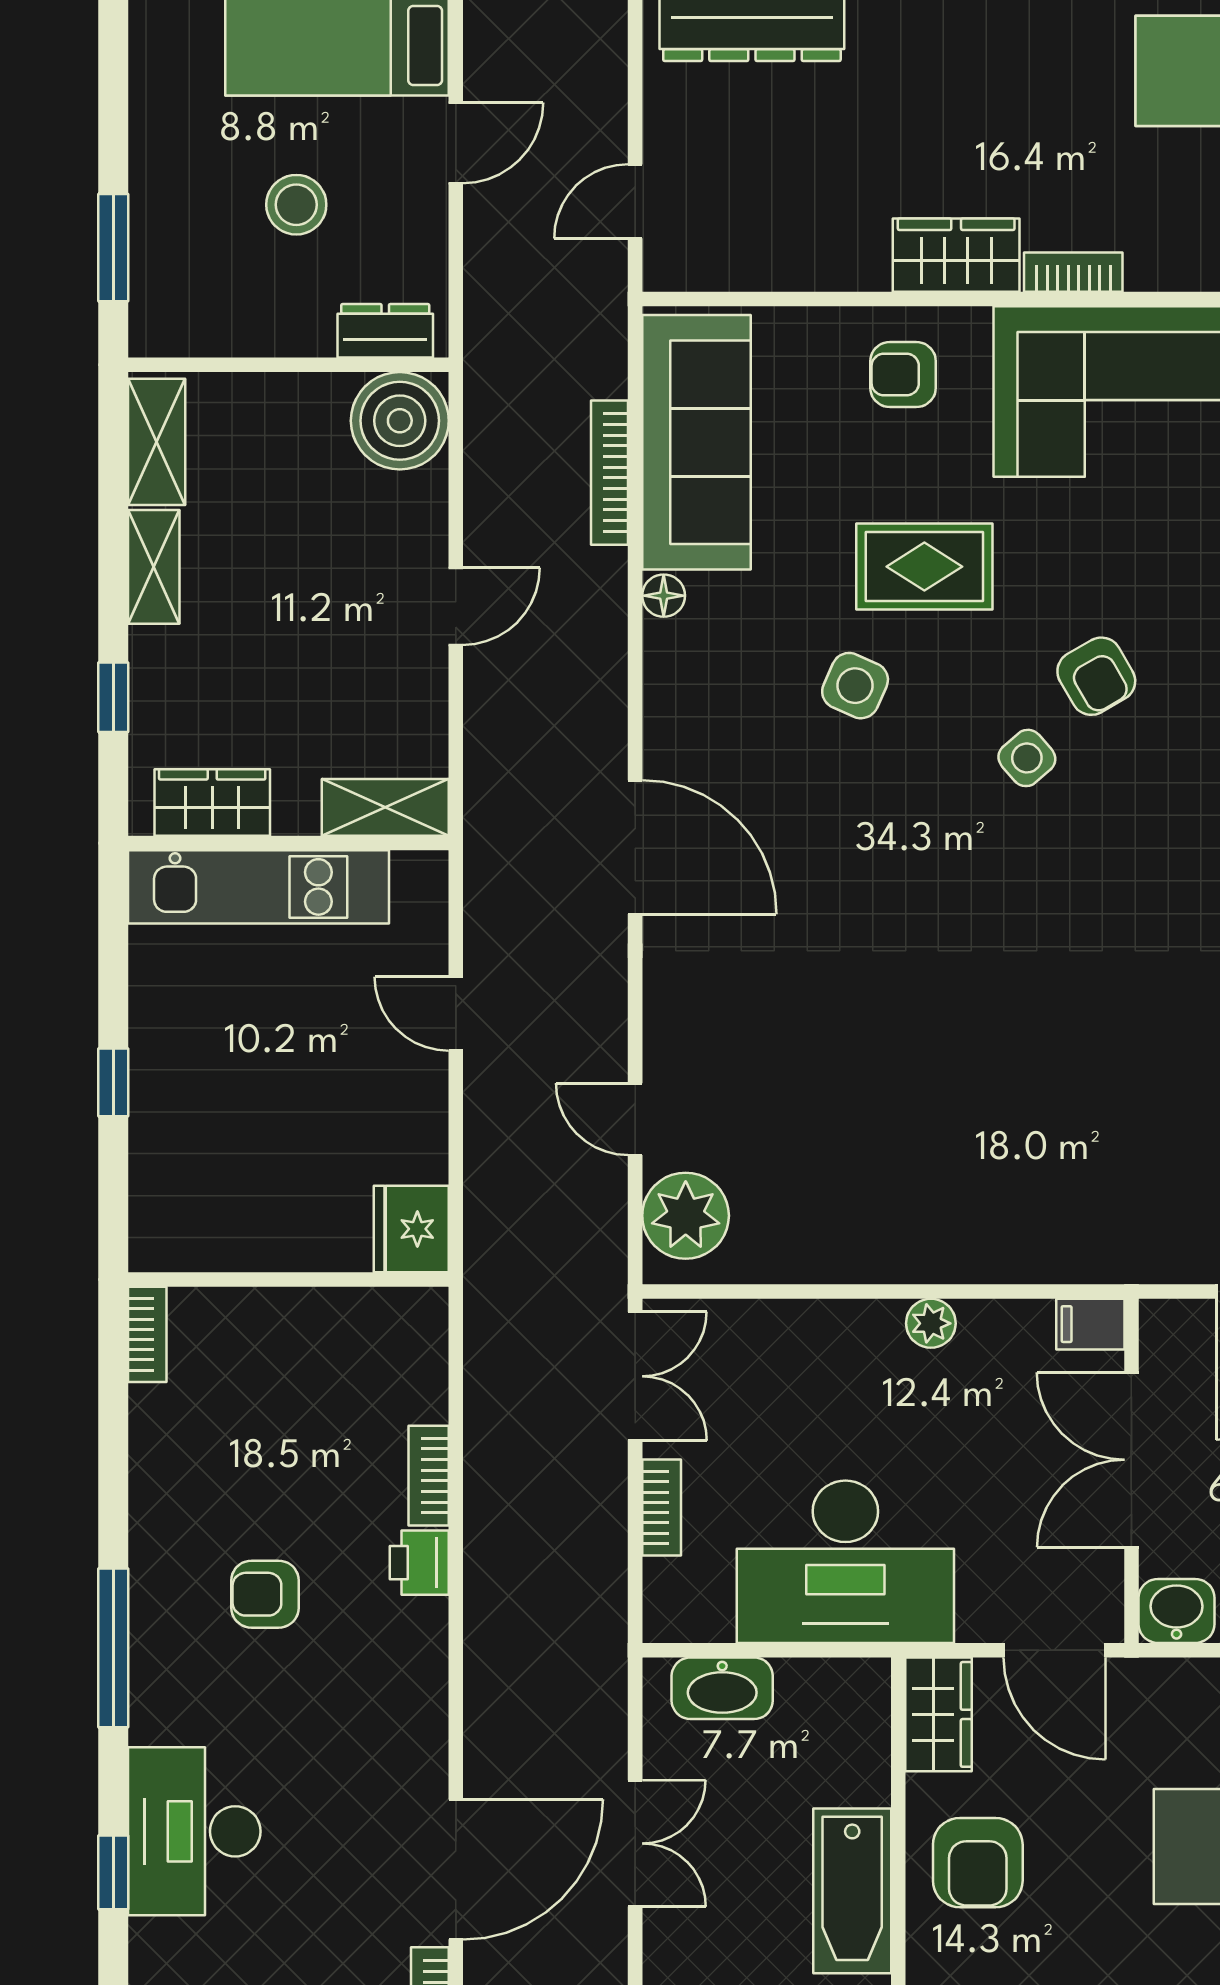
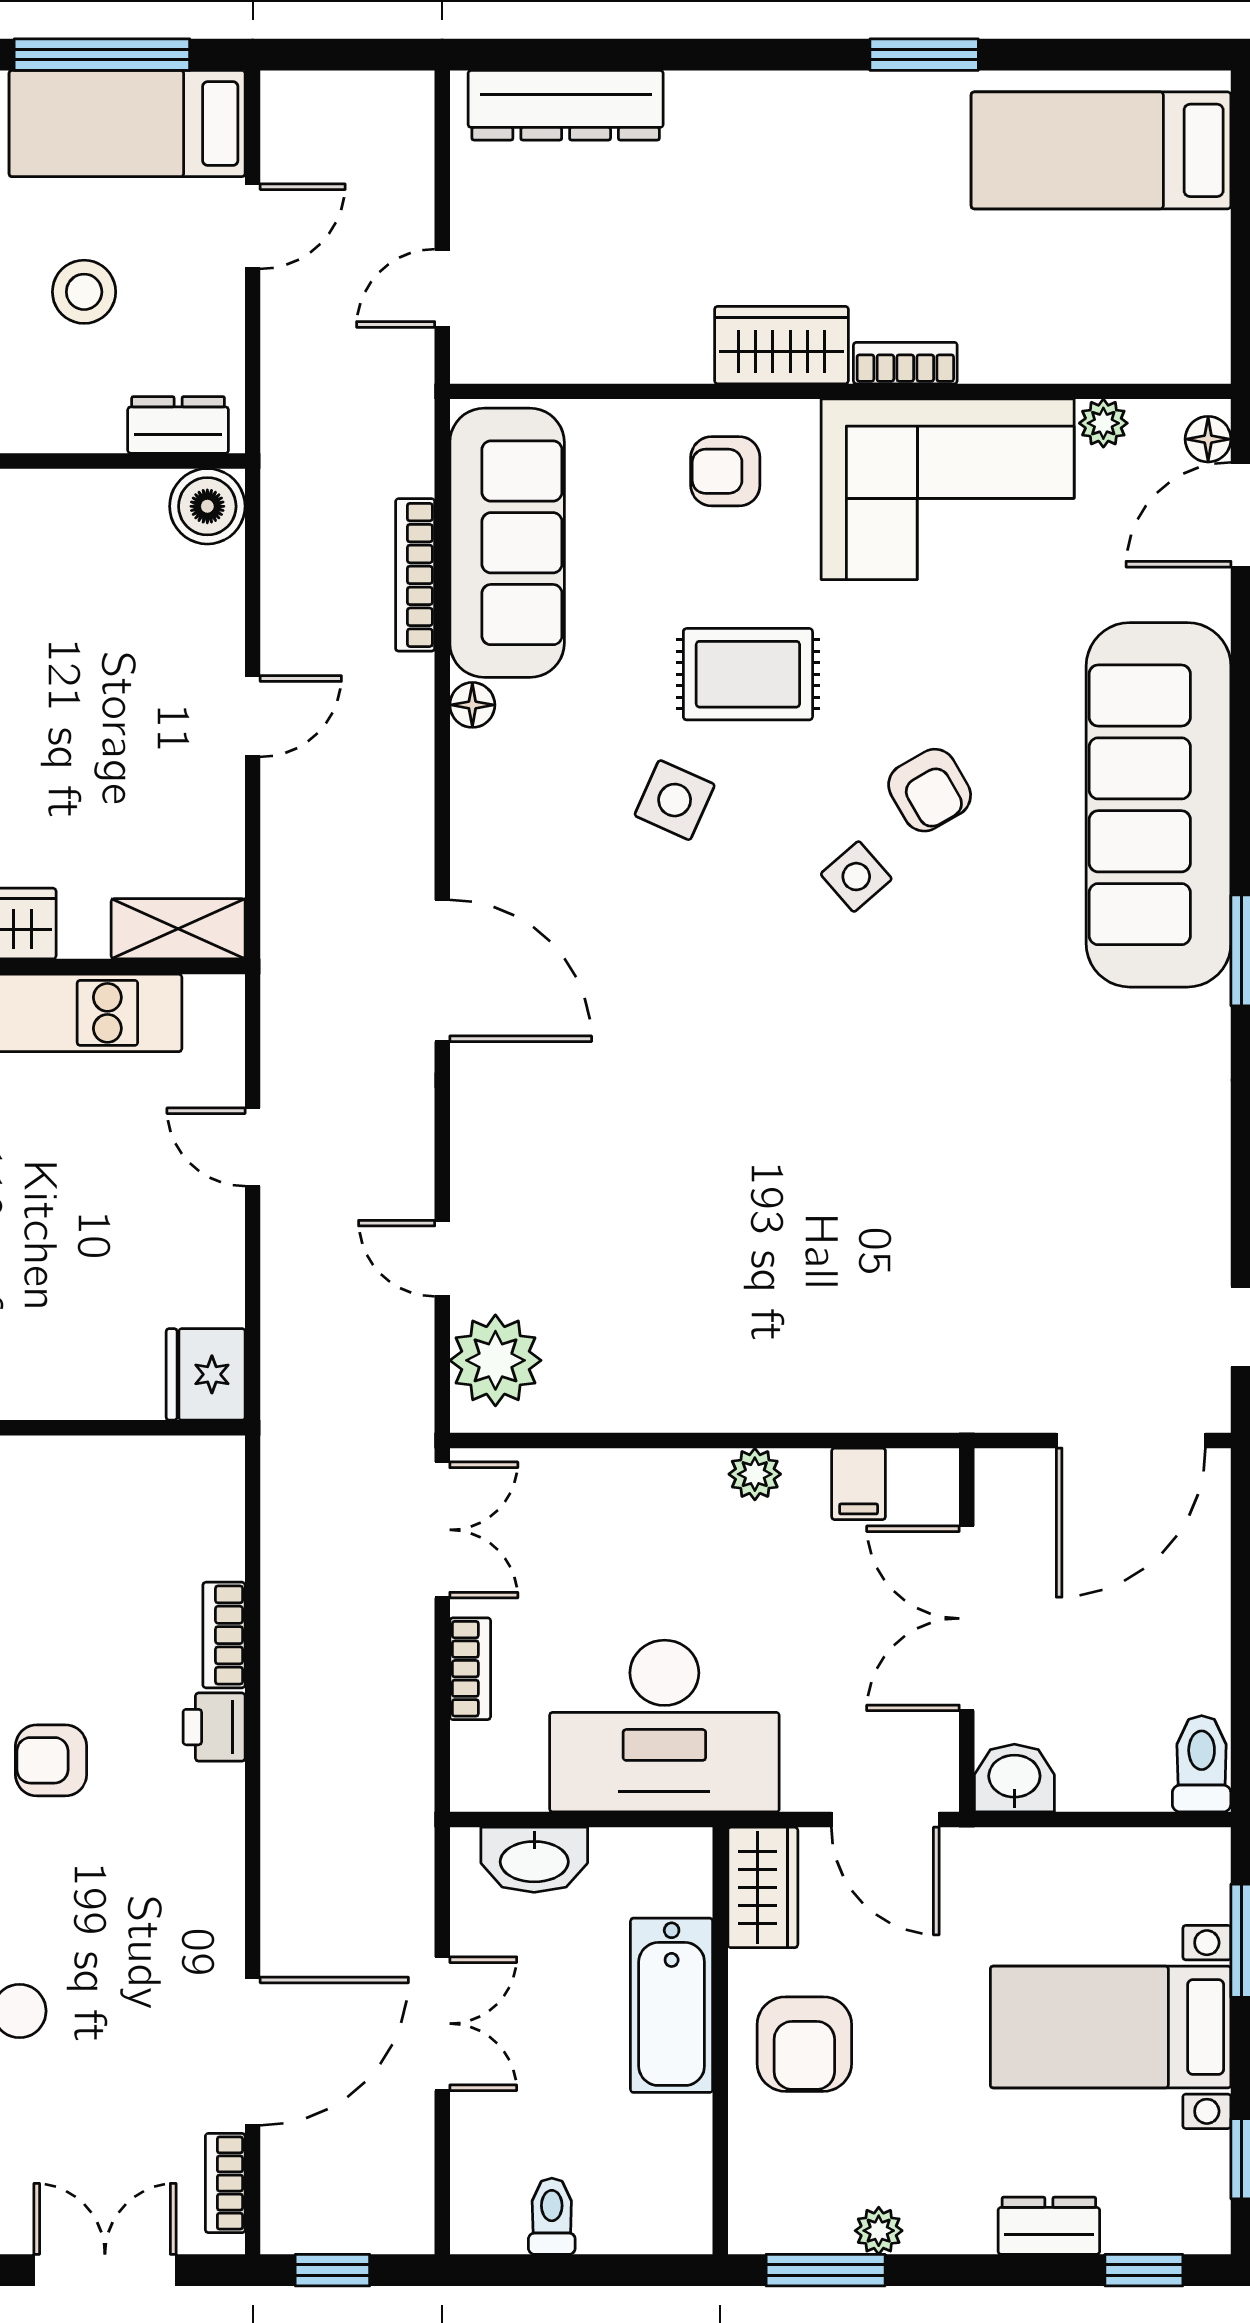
boiler: (400, 421) -> (207, 506), width x0.73, depth x0.73
filing cabinet: (1090, 1324) -> (859, 1484), moved, turned -90
bathtub: (852, 1891) -> (672, 2005), moved

